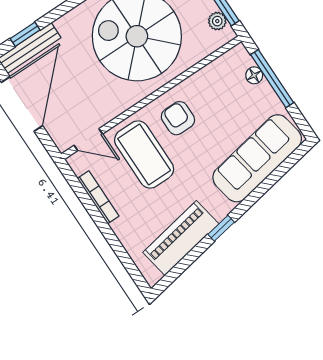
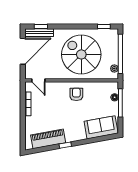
coffee table: (144, 154) -> (55, 99), removed
sofa: (257, 158) -> (101, 127), width x0.73

